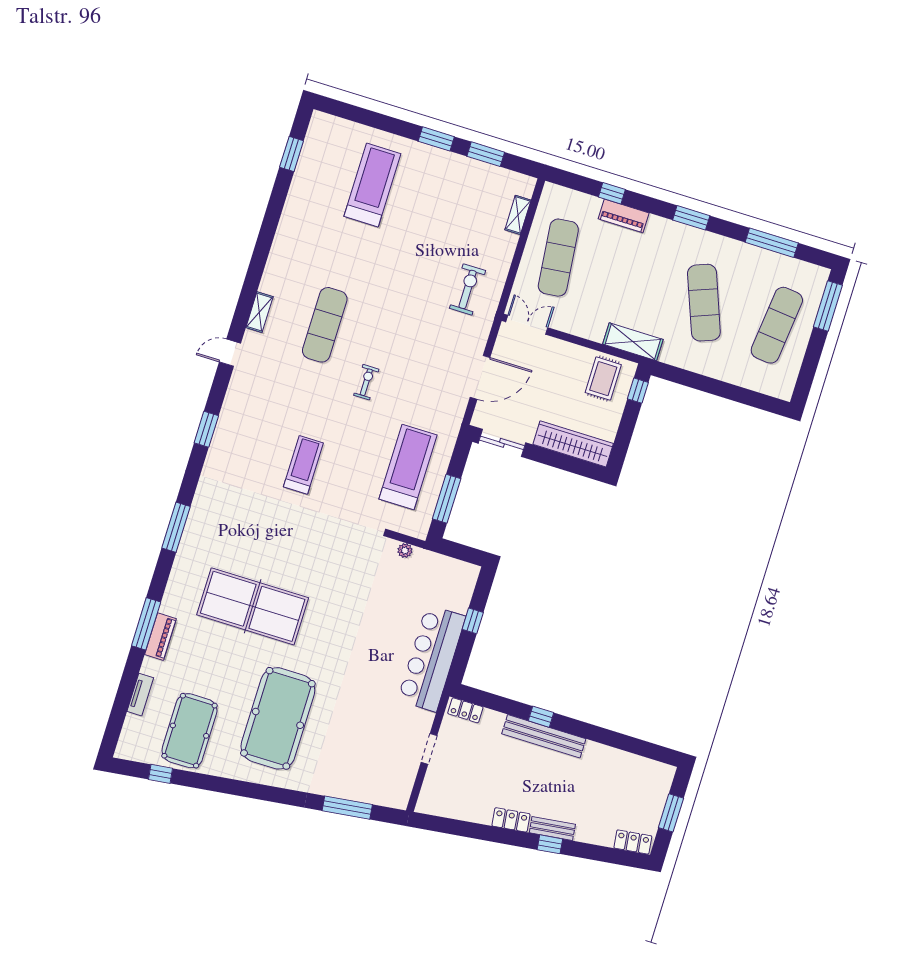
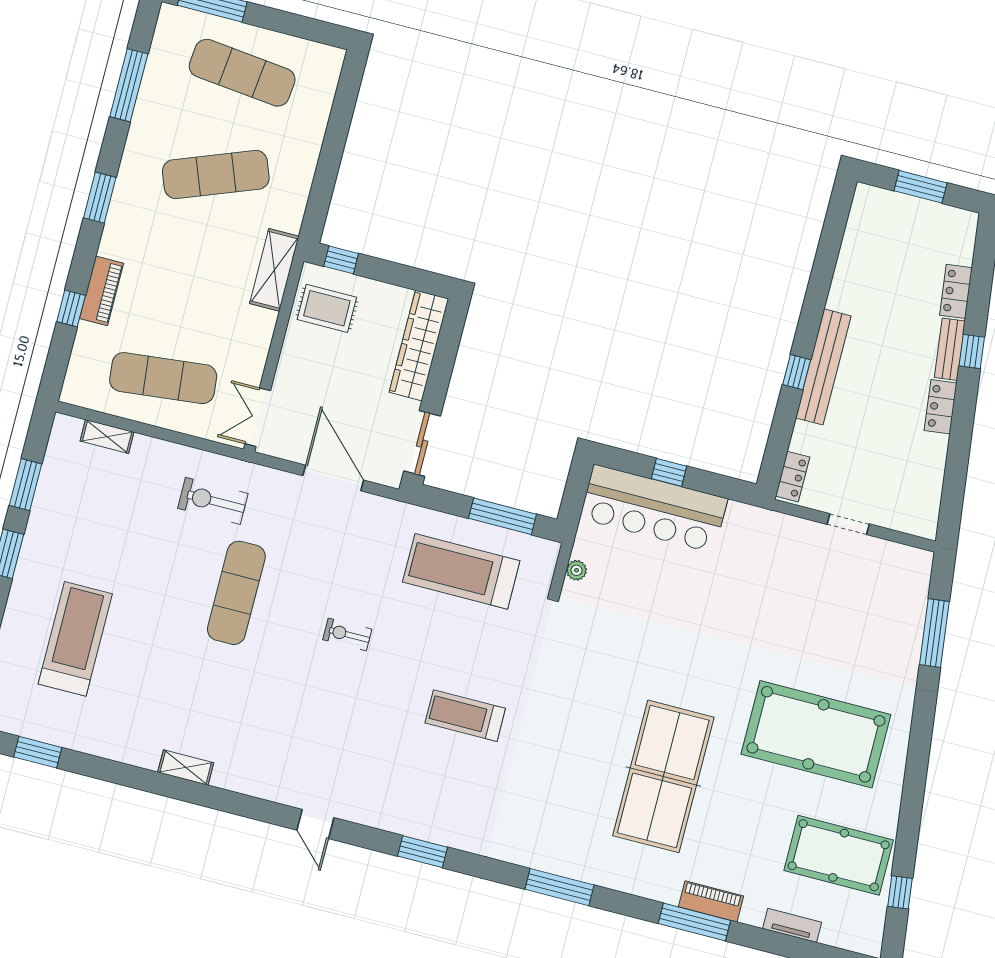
treadmill: (372, 185) -> (75, 639), turned 90
shelving: (259, 312) -> (186, 768), moved
exercise mat: (325, 325) -> (236, 593), moved, turned 90
bar counter: (432, 658) -> (654, 509), moved
locker: (633, 842) -> (956, 291), moved

